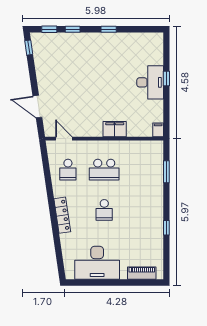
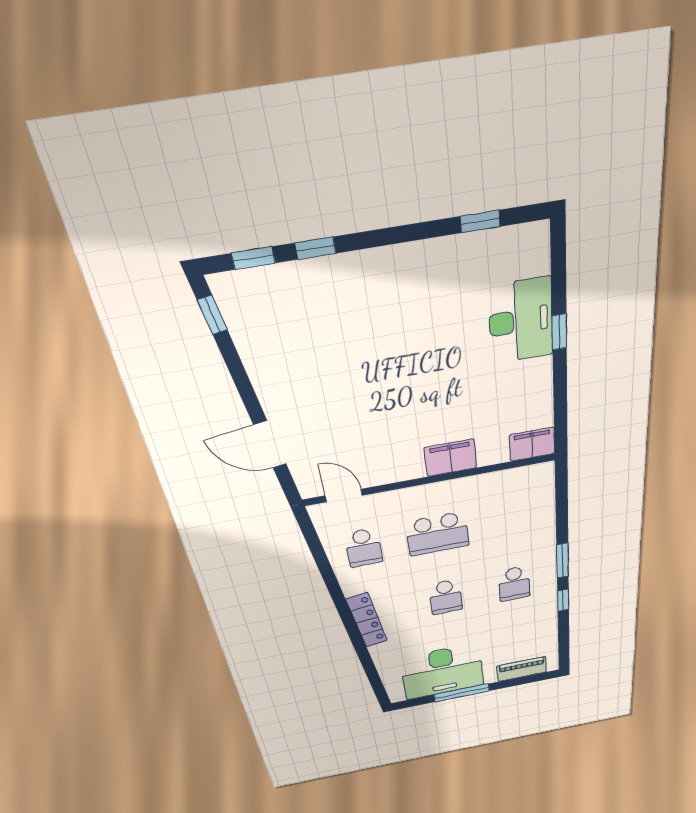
window: (109, 29) -> (480, 221), moved
desk: (150, 82) -> (521, 321), moved
filing cabinet: (158, 130) -> (532, 444), width x2.00
window: (166, 172) -> (563, 561), moved
school desk: (141, 210) -> (514, 584), added
window: (106, 282) -> (462, 693), added

